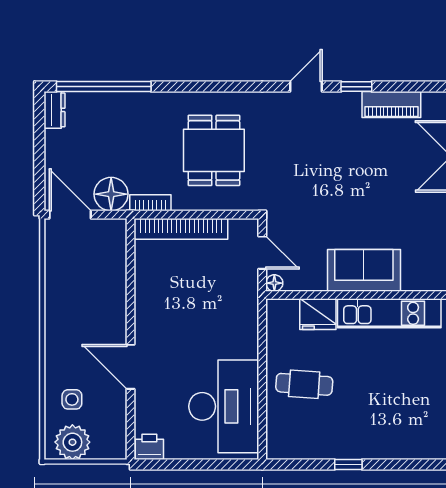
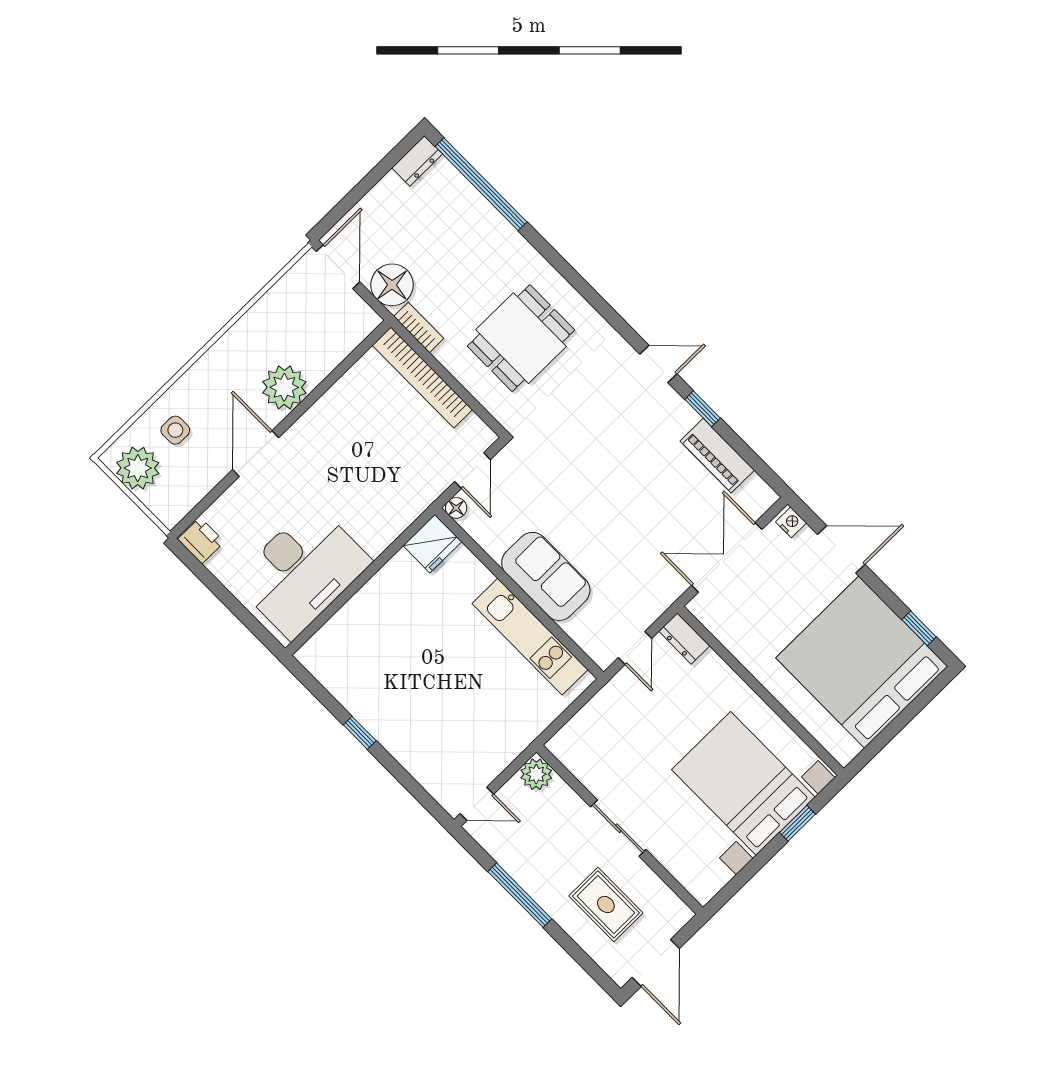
plant: (109, 313) -> (284, 387), added
fridge: (318, 314) -> (432, 544), moved, turned -90
cafe table: (304, 384) -> (392, 623), removed

